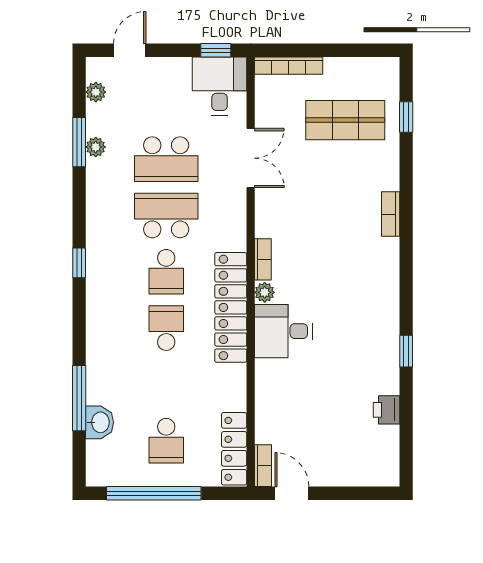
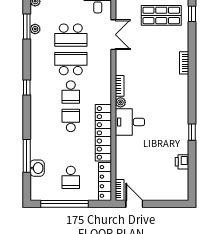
locker: (231, 307) -> (103, 133), moved

